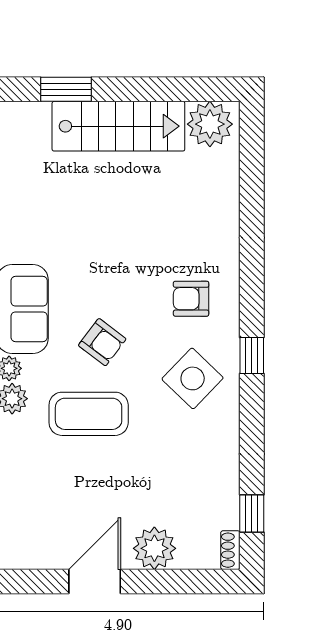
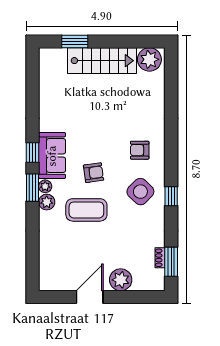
armchair: (102, 342) -> (93, 173), turned -45
window: (252, 355) -> (171, 196), moved
window: (252, 514) -> (171, 262), width x1.50
shoe rack: (230, 550) -> (160, 258), moved

